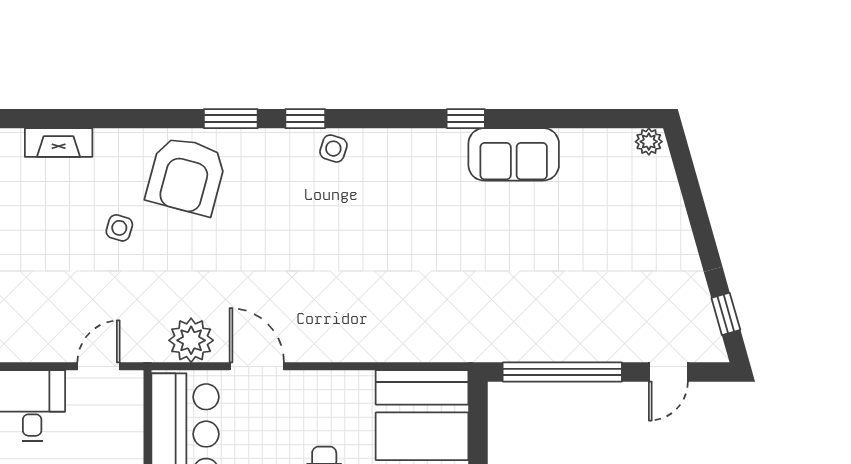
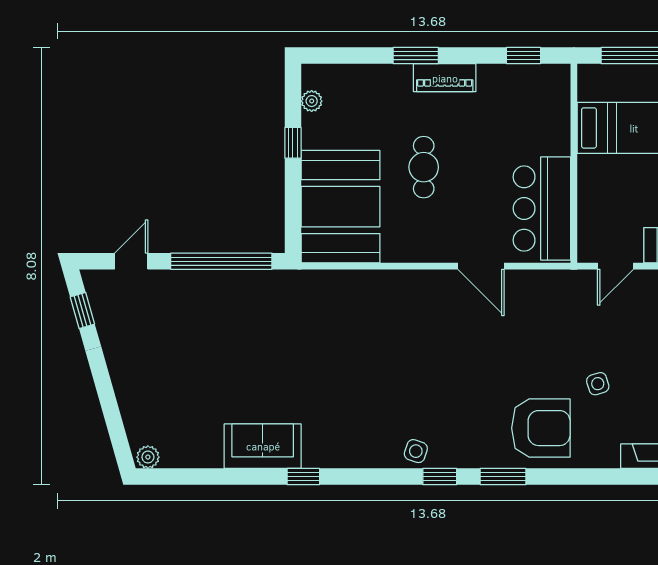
armchair: (186, 176) -> (541, 428), turned 75
side table: (119, 228) -> (598, 384), turned -33
plant: (191, 340) -> (537, 288), removed

